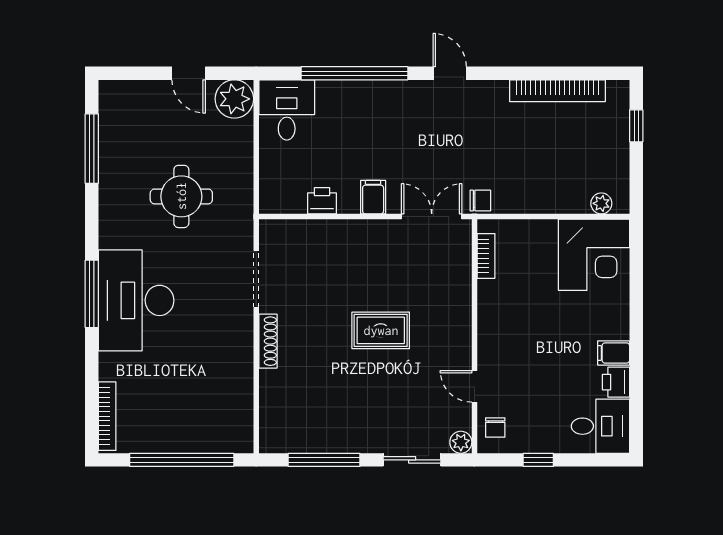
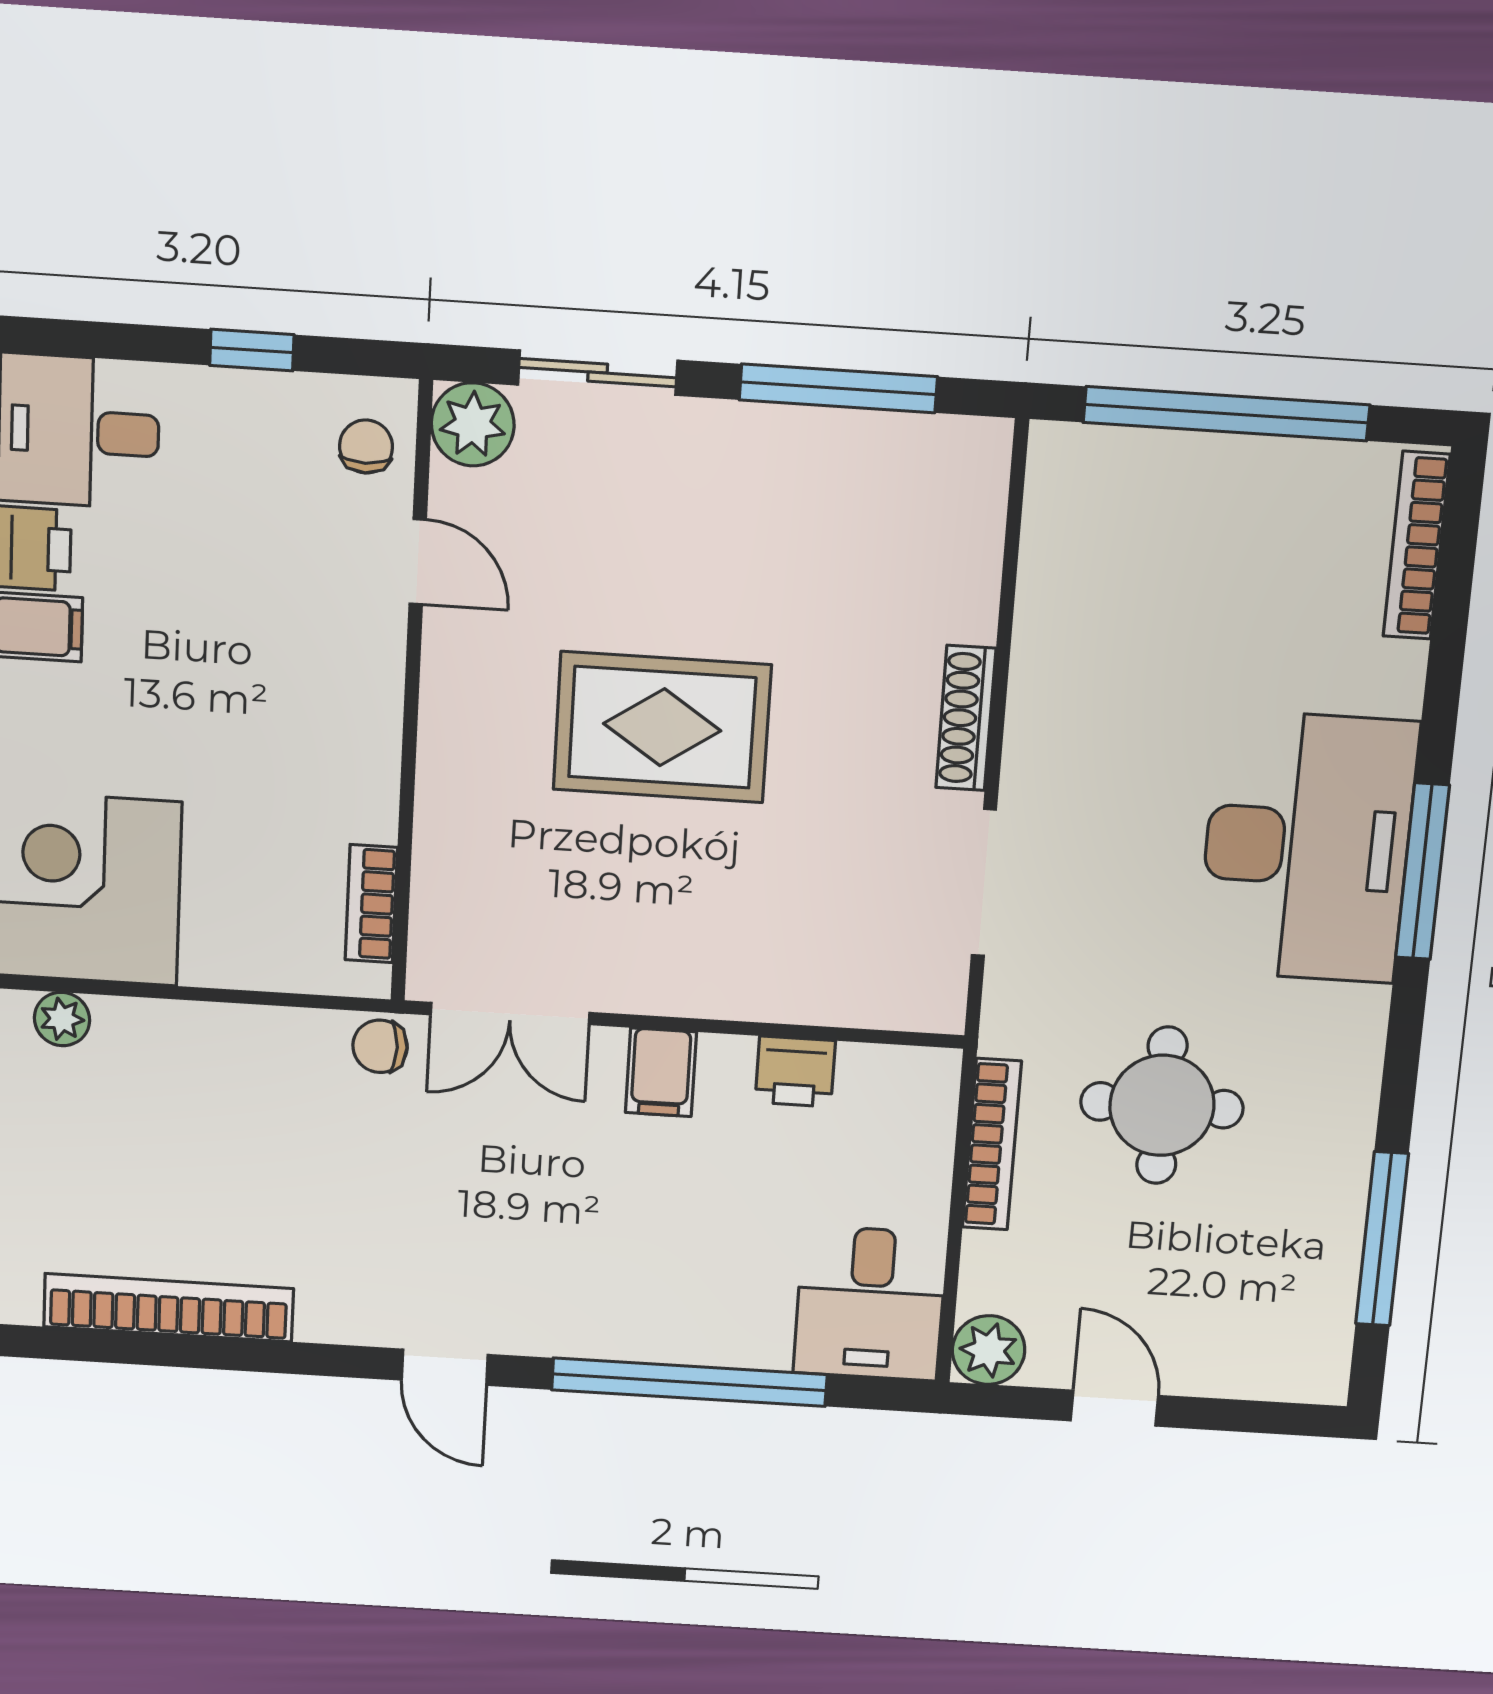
plant: (234, 99) -> (989, 1350), width x0.73, depth x0.73
bookcase: (245, 177) -> (992, 1144), added
rug: (381, 330) -> (662, 727), width x1.36, depth x1.43
plant: (461, 442) -> (473, 424), width x1.38, depth x1.38

